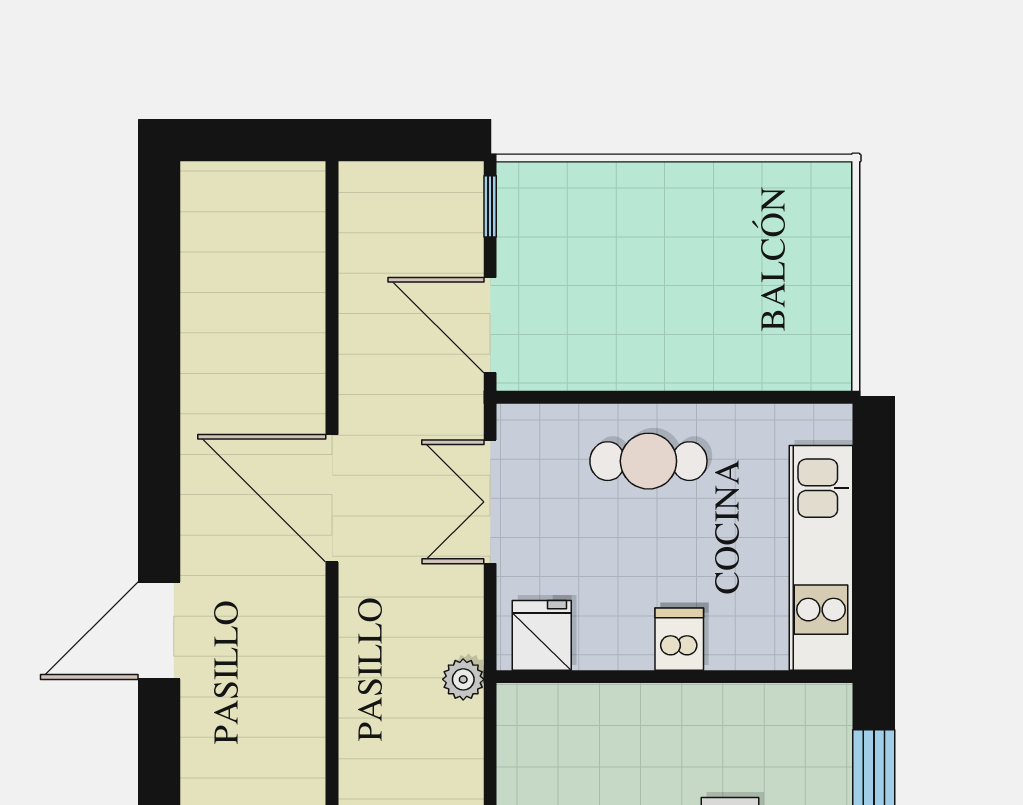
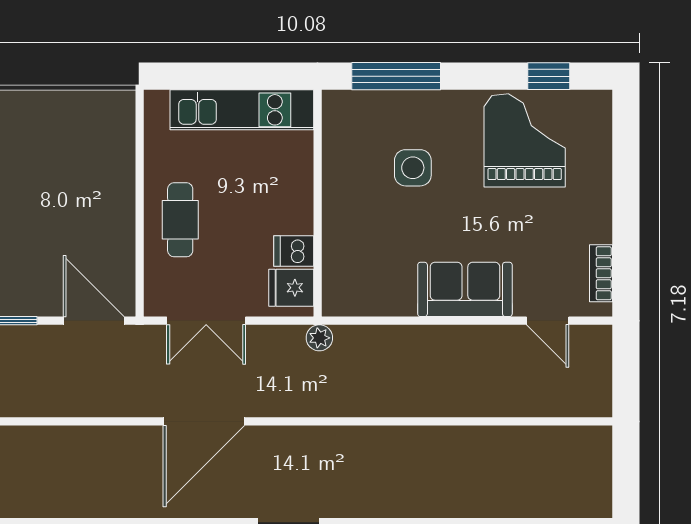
door: (490, 325) -> (94, 321), swing flipped
dishwasher: (679, 639) -> (294, 251), moved

